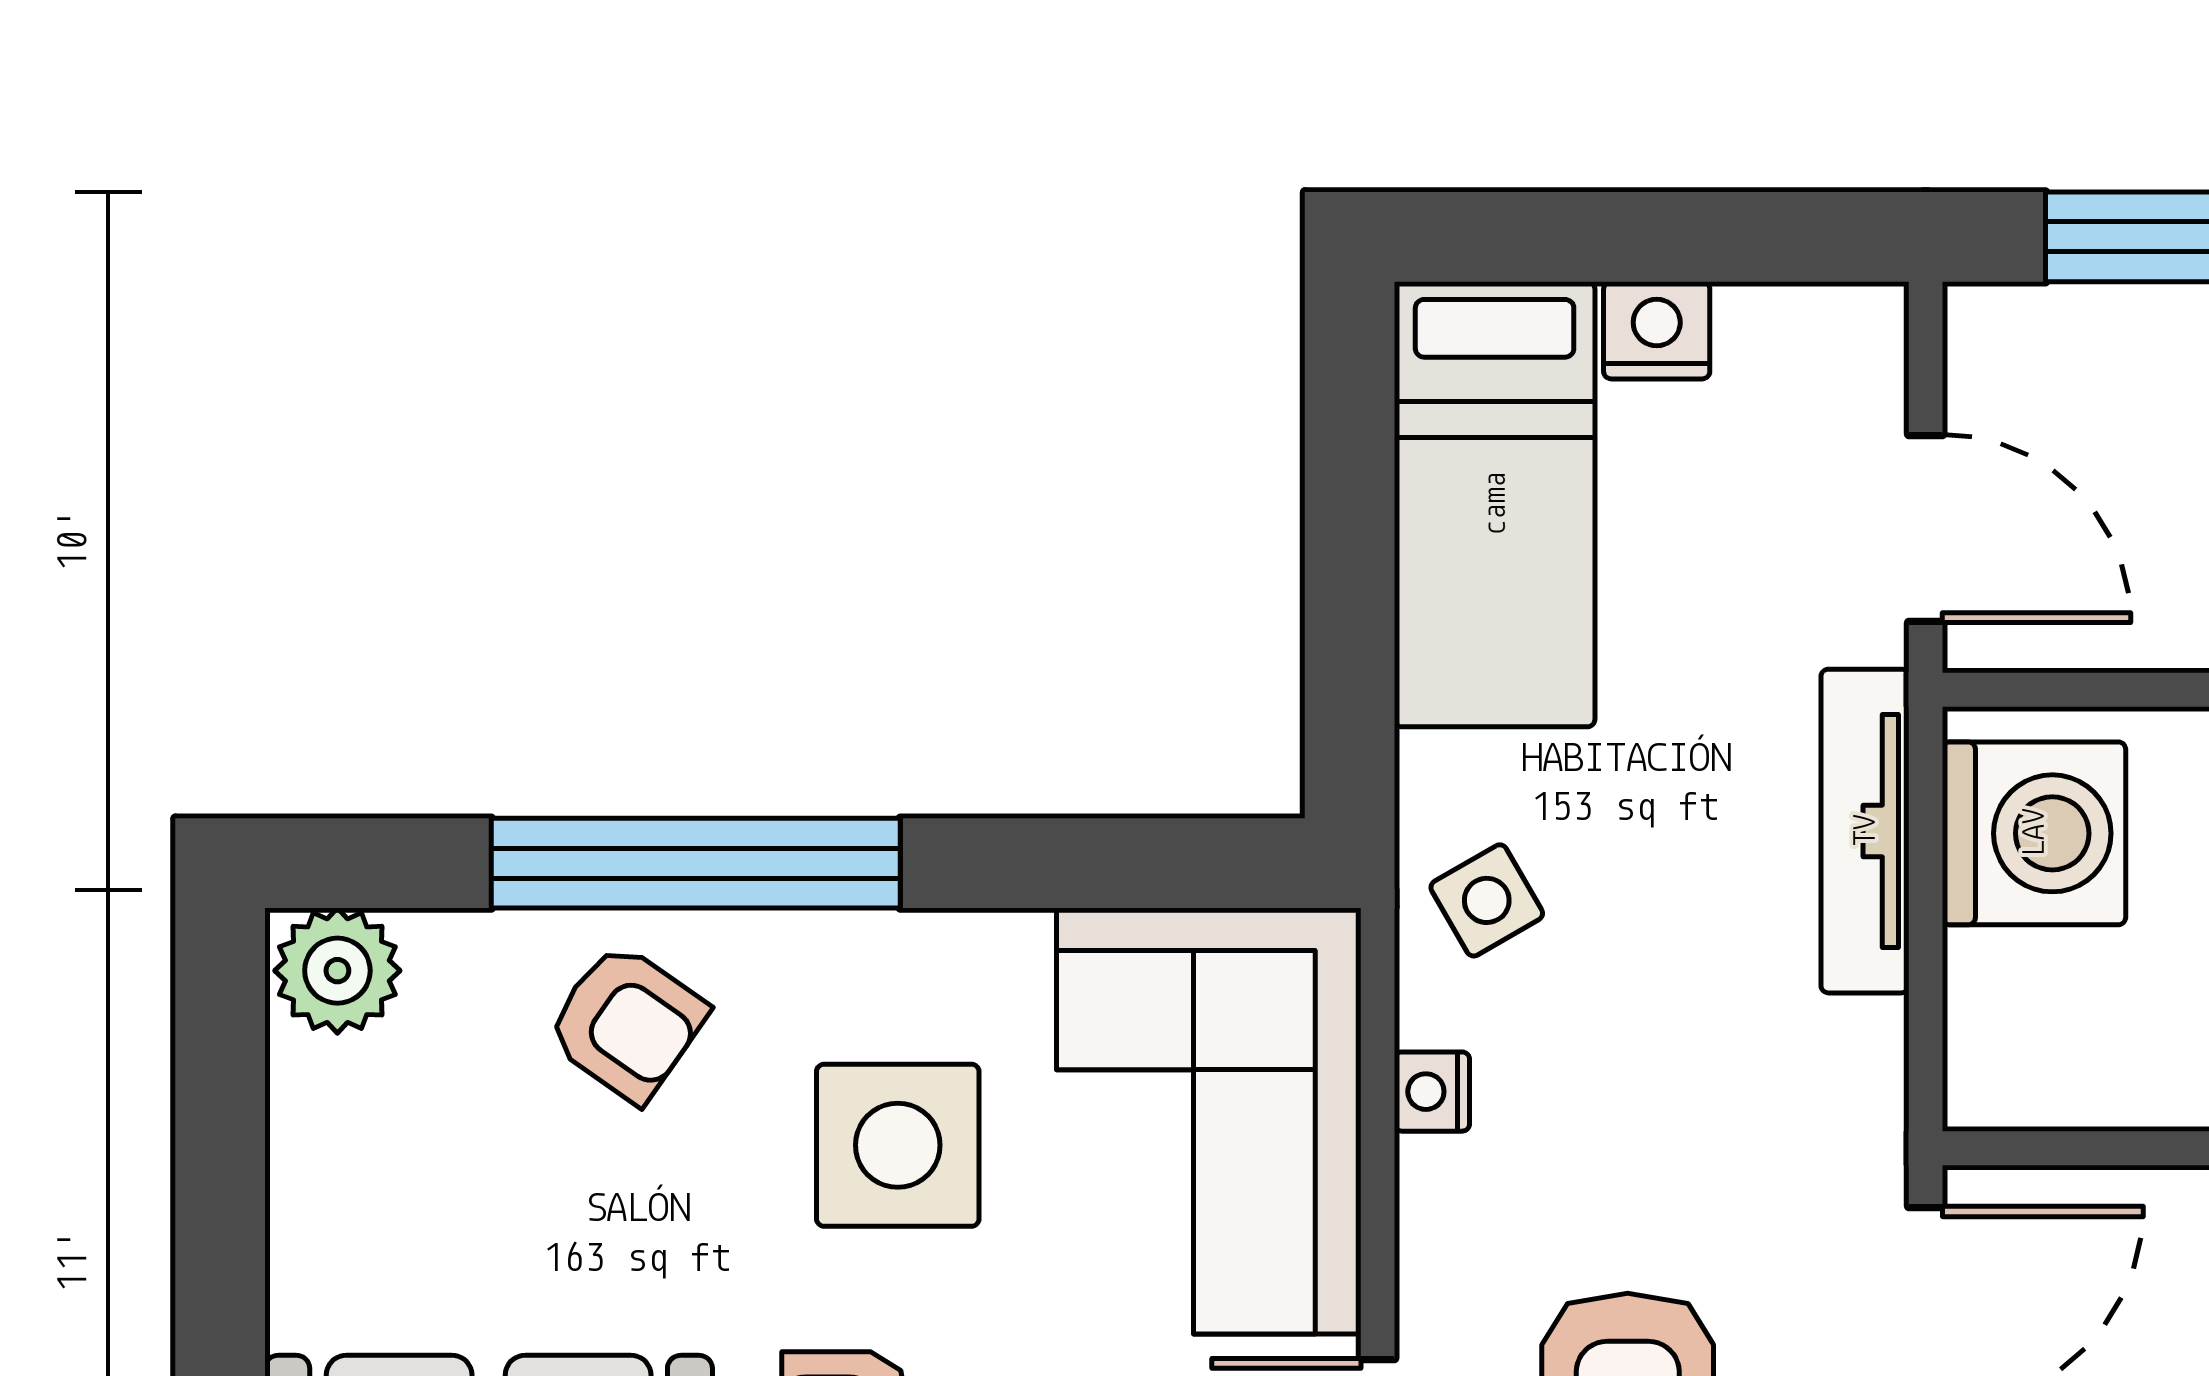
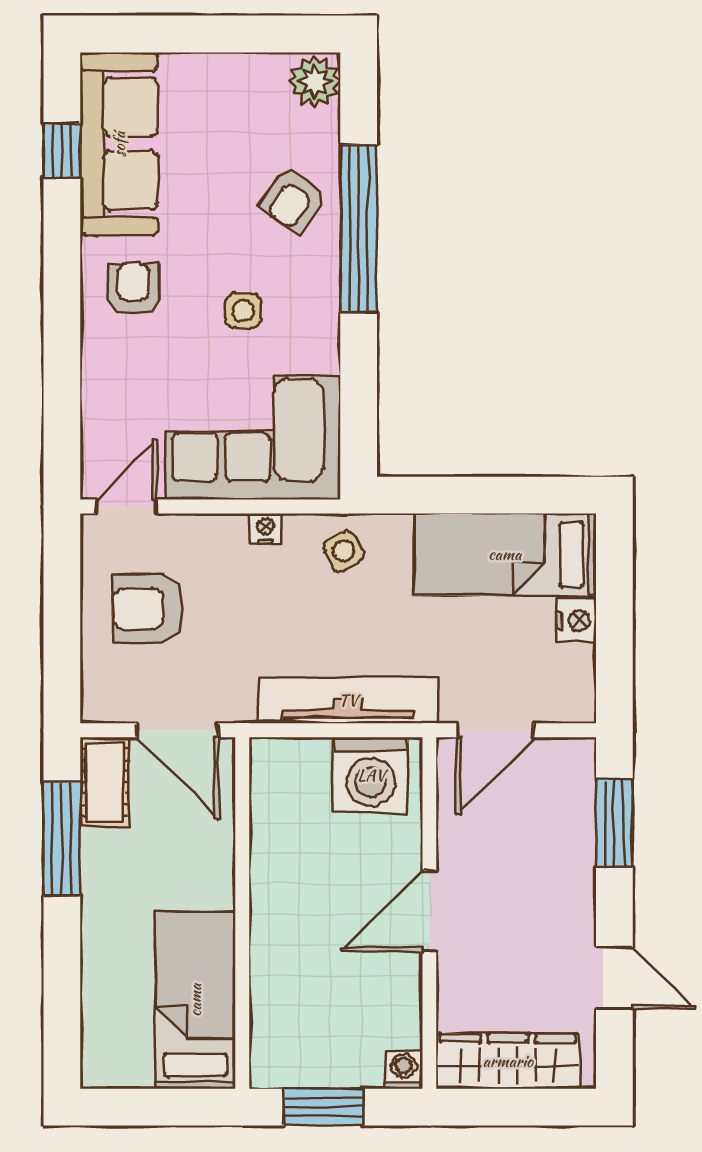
tv unit: (1865, 831) -> (348, 700), width x1.36, depth x1.29
side table: (898, 1145) -> (243, 311), width x0.54, depth x0.54

